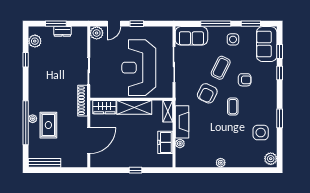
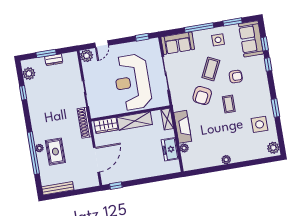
window: (137, 24) -> (142, 37), moved
window: (136, 170) -> (116, 186), moved

